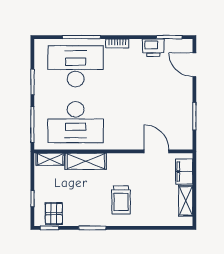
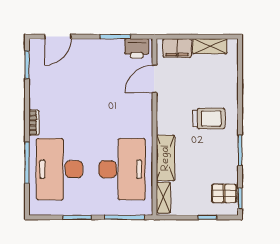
printer: (153, 48) -> (137, 48), moved, turned 90

